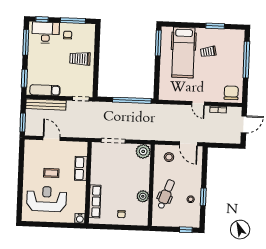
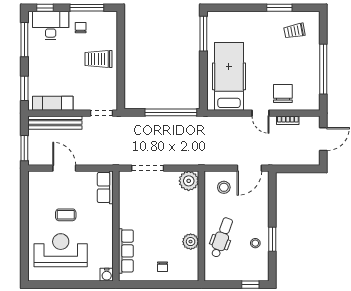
trolley: (208, 52) -> (294, 31), moved
hospital bed: (183, 53) -> (229, 76), moved, turned 180
window: (246, 60) -> (323, 69), moved
chair: (231, 93) -> (283, 94), moved
door: (188, 144) -> (249, 168), hinge flipped
row of seats: (81, 168) -> (105, 187), moved

